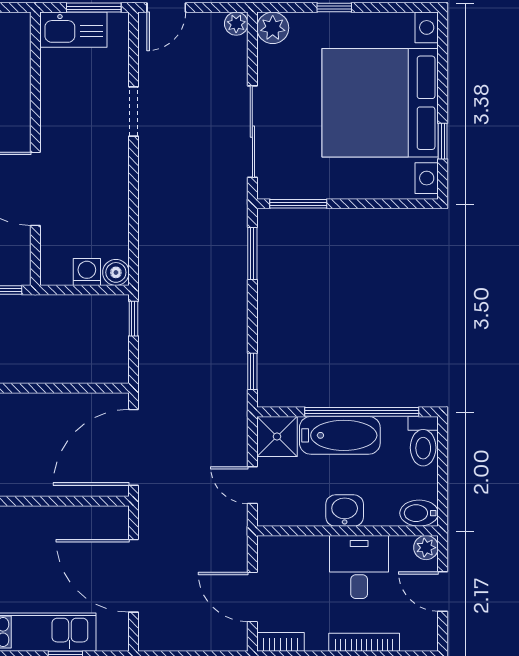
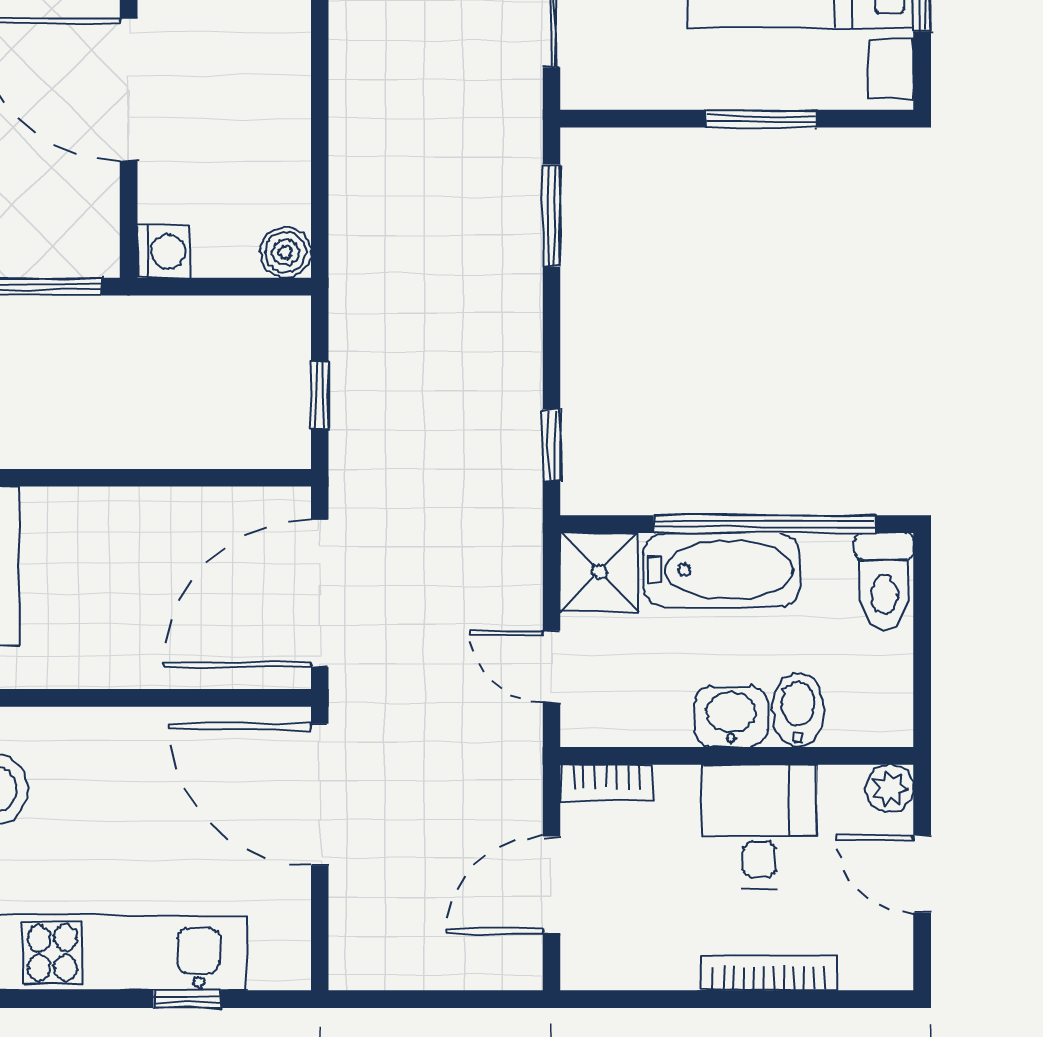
window: (298, 204) -> (761, 119), moved
washing machine: (87, 272) -> (164, 252), moved, turned 90
window: (133, 319) -> (320, 395), moved
bidet: (419, 513) -> (798, 710), moved, turned 90
door: (133, 576) -> (320, 795), moved
door: (252, 597) -> (551, 885), hinge flipped
bookcase: (281, 642) -> (606, 783), moved, turned 180

